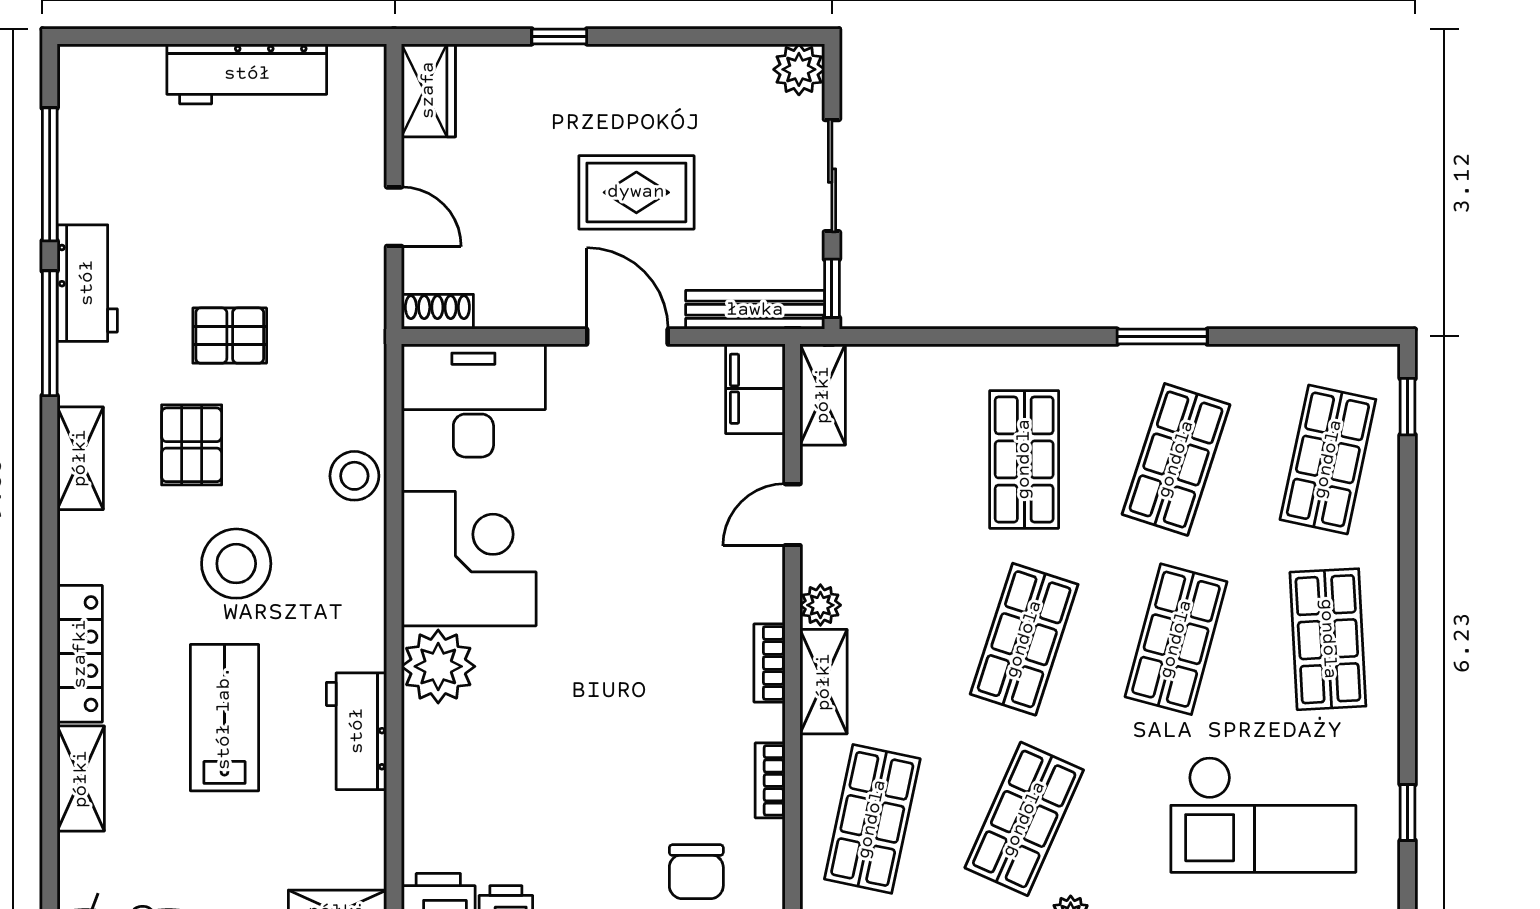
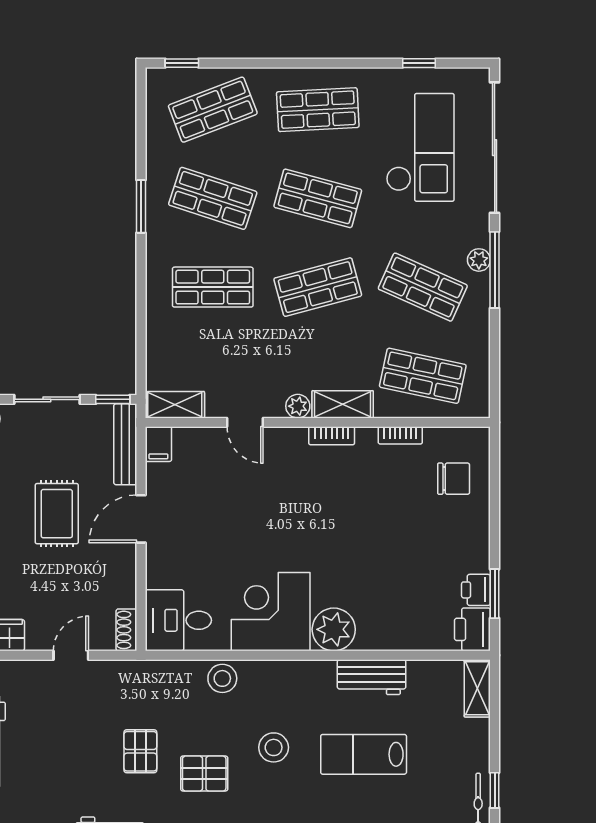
filing cabinet: (755, 389) -> (158, 444), width x0.50
desk: (473, 401) -> (178, 620), width x0.73
shop shelf: (1328, 459) -> (213, 110), turned -33
stool: (236, 564) -> (274, 747), width x0.73, depth x0.73
shop shelf: (1024, 639) -> (318, 287), turned -33

